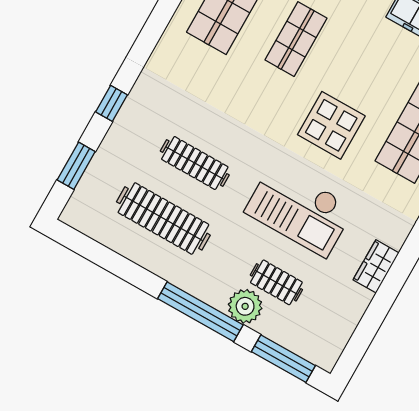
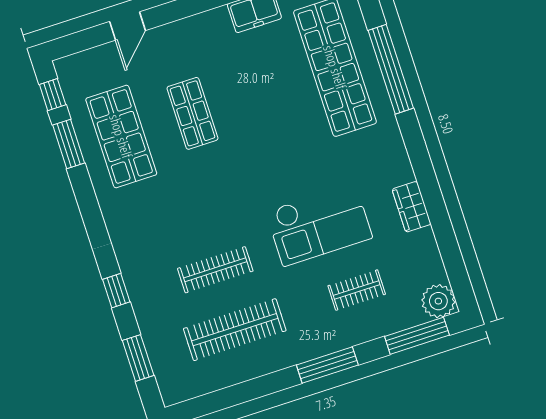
display table: (331, 125) -> (279, 145), removed
plant: (245, 306) -> (438, 301), moved
window: (200, 312) -> (327, 365), width x0.68

